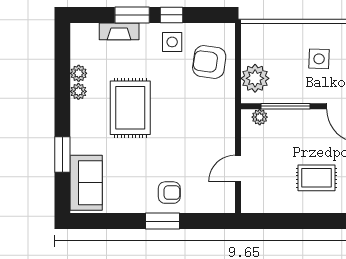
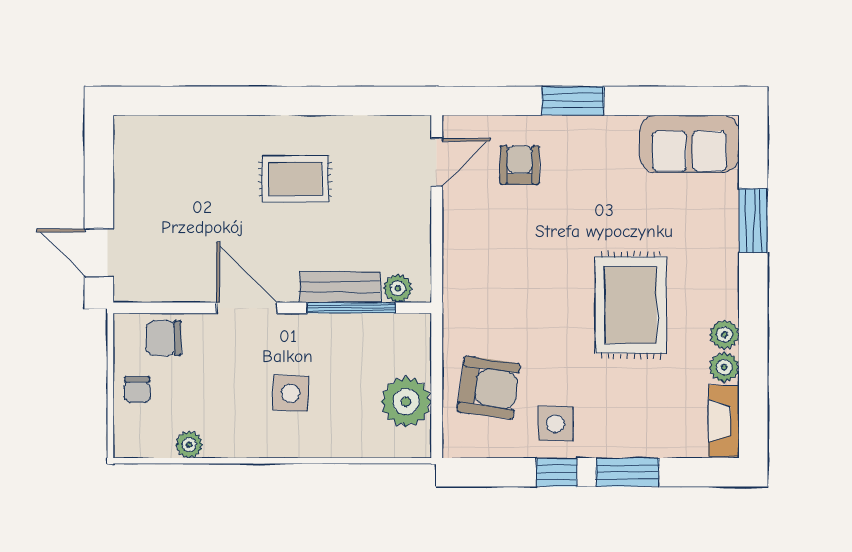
fireplace: (119, 31) -> (724, 421), moved, turned -90
plant: (255, 78) -> (406, 402), moved
bench: (292, 118) -> (340, 287), added
door: (238, 168) -> (437, 162), moved
sofa: (86, 183) -> (689, 144), moved, turned -90
armchair: (169, 193) -> (520, 165), moved, turned 90

